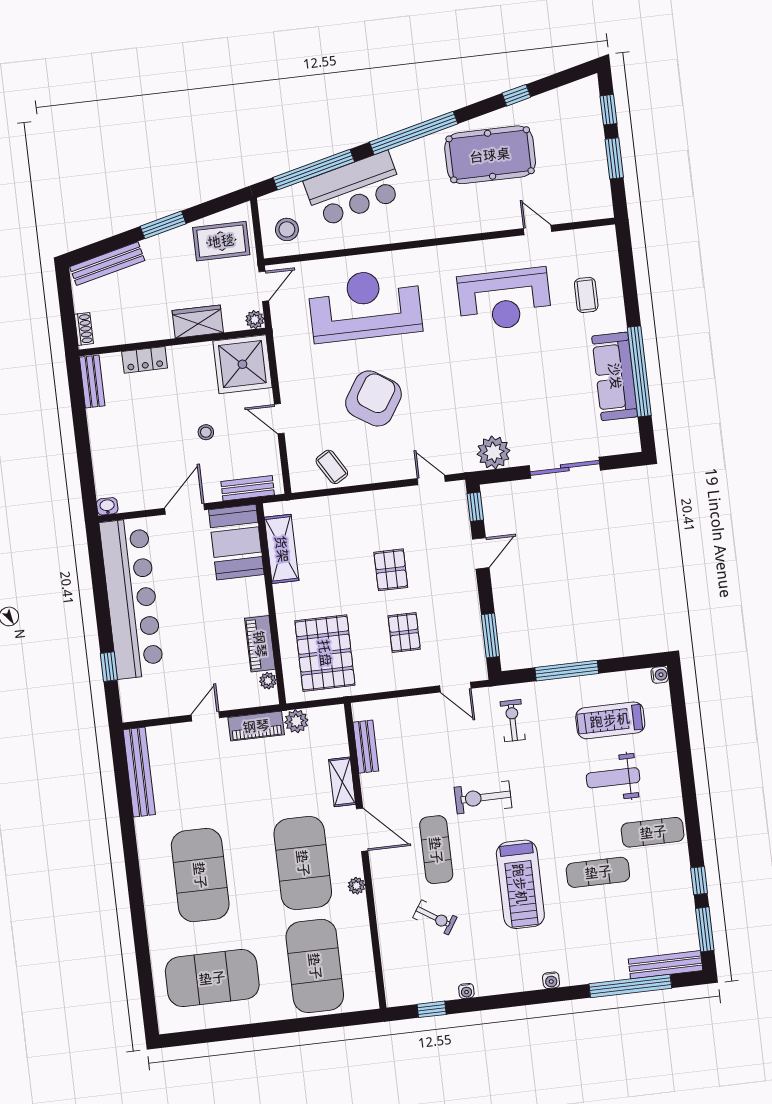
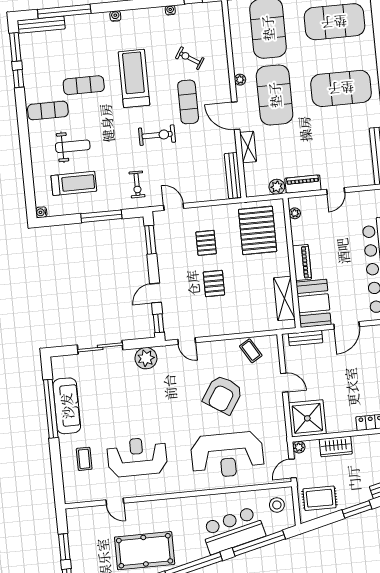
stool: (206, 432) -> (332, 375), removed
piano: (260, 644) -> (302, 263), moved
bench: (366, 747) -> (233, 176), width x1.36
exercise mat: (200, 875) -> (341, 88), turned 90

